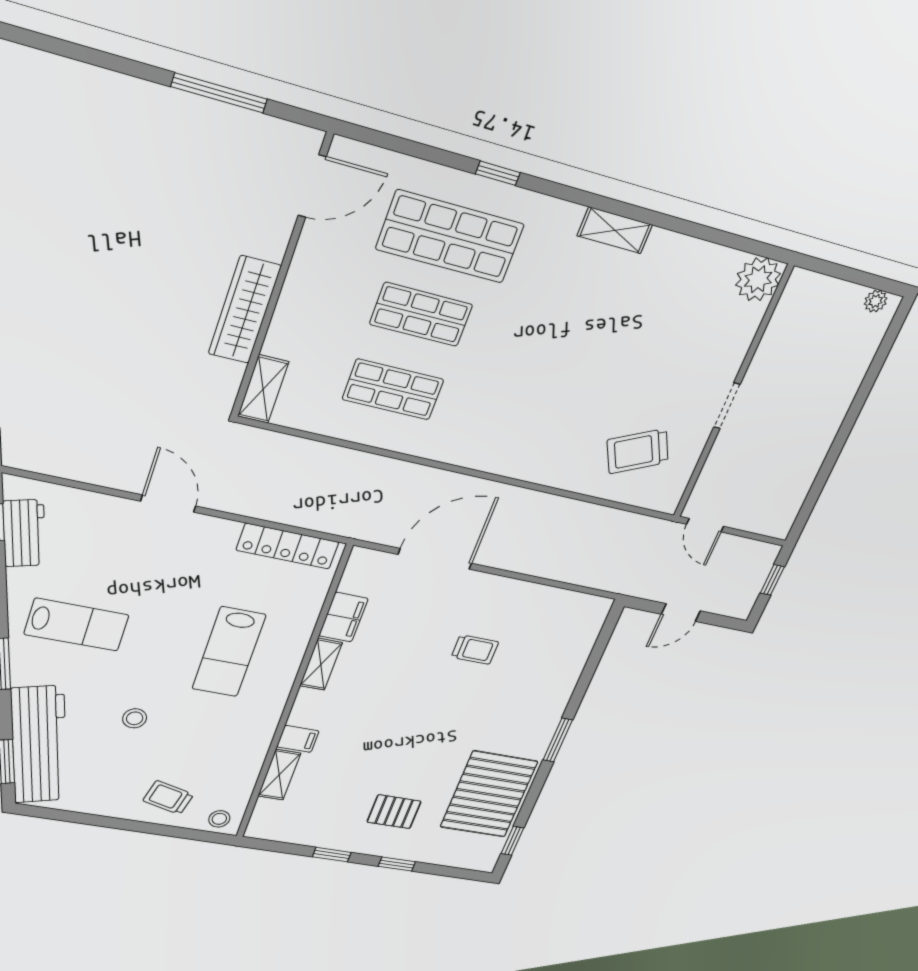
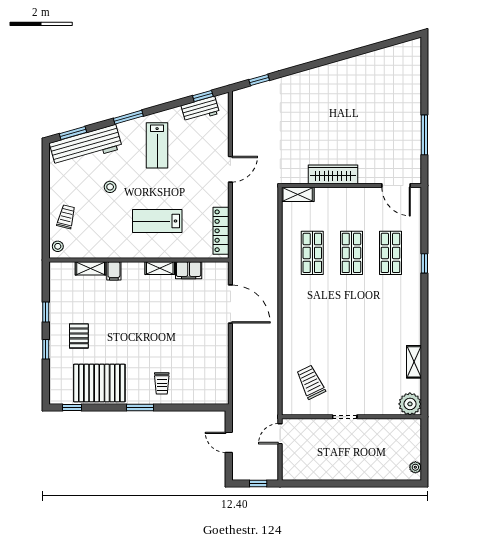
shelving: (615, 230) -> (414, 362), moved
shop shelf: (450, 237) -> (390, 253), width x0.70, depth x0.74
trolley: (475, 650) -> (162, 383), moved

